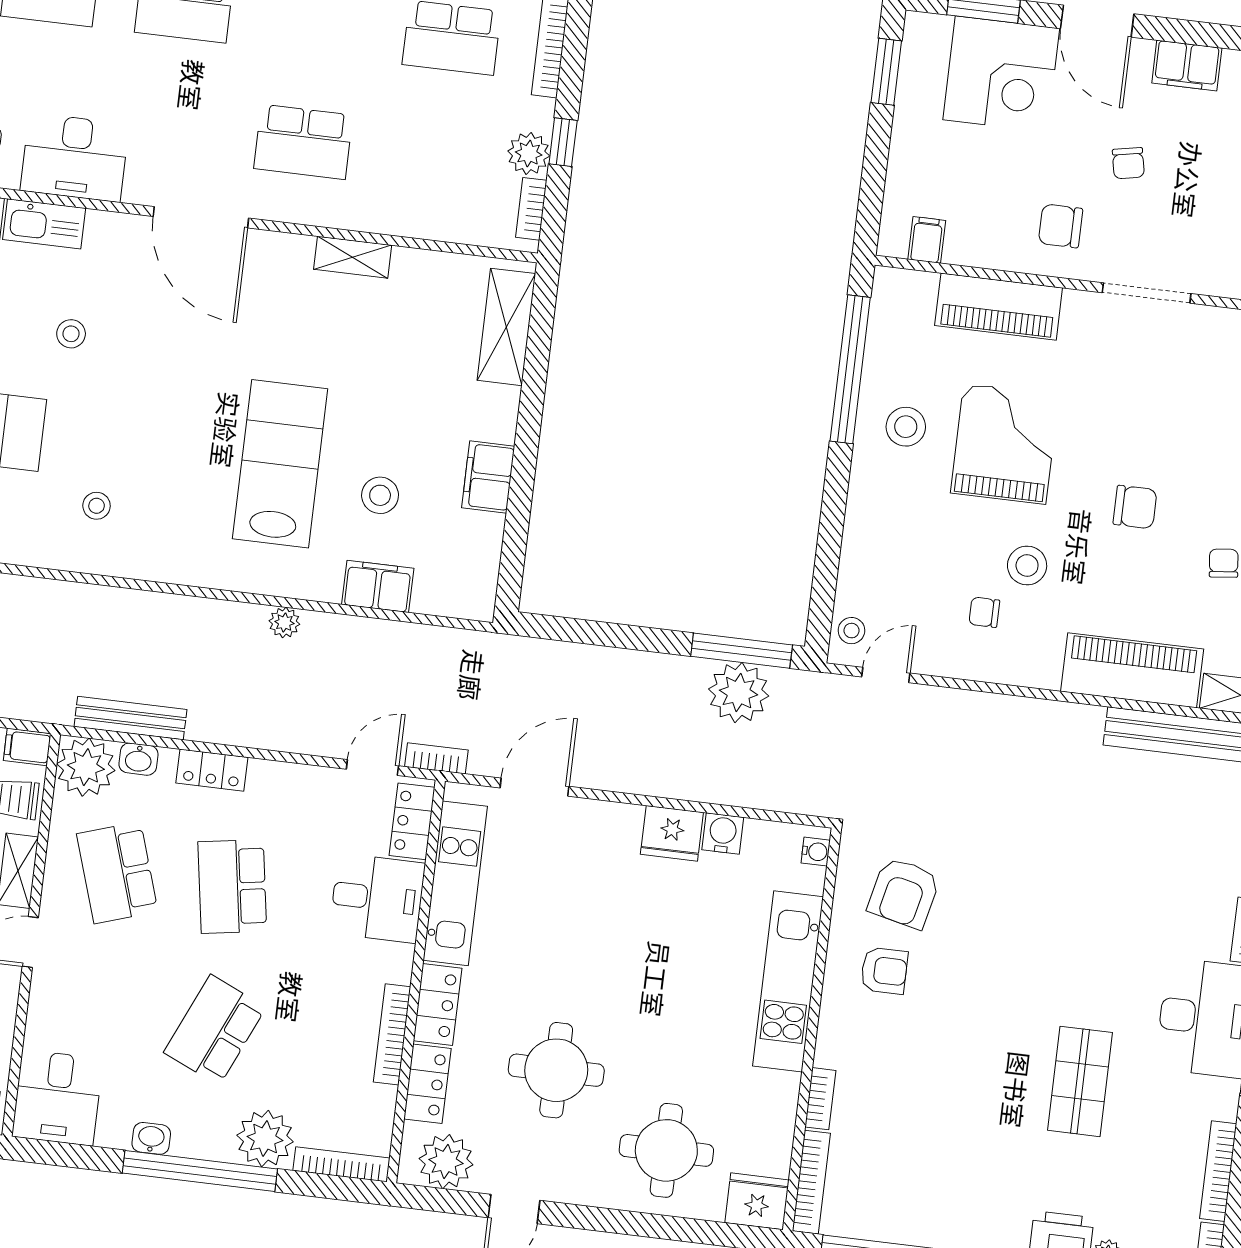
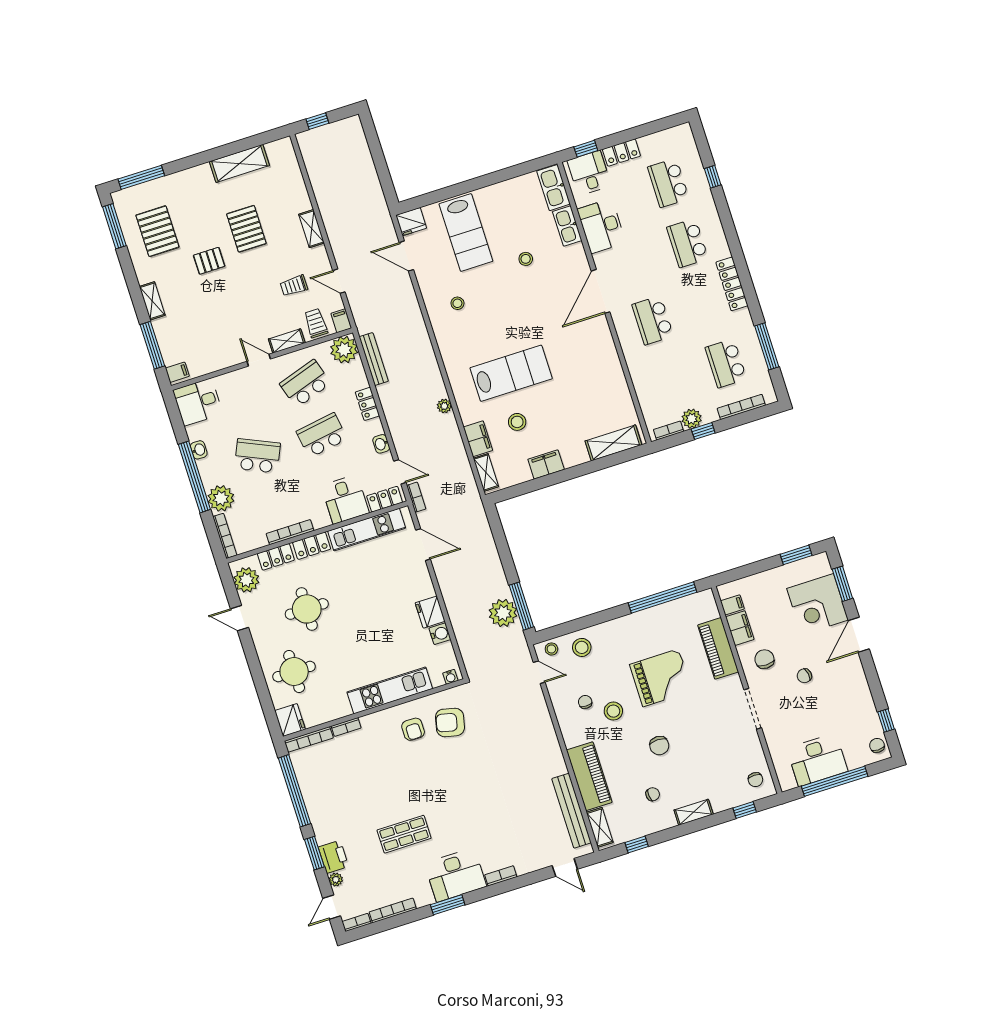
filing cabinet: (1187, 66) -> (740, 628), moved, turned 180
shelving: (353, 257) -> (486, 472), moved
stool: (906, 427) -> (582, 647), moved
washbasin: (138, 759) -> (381, 444), moved

